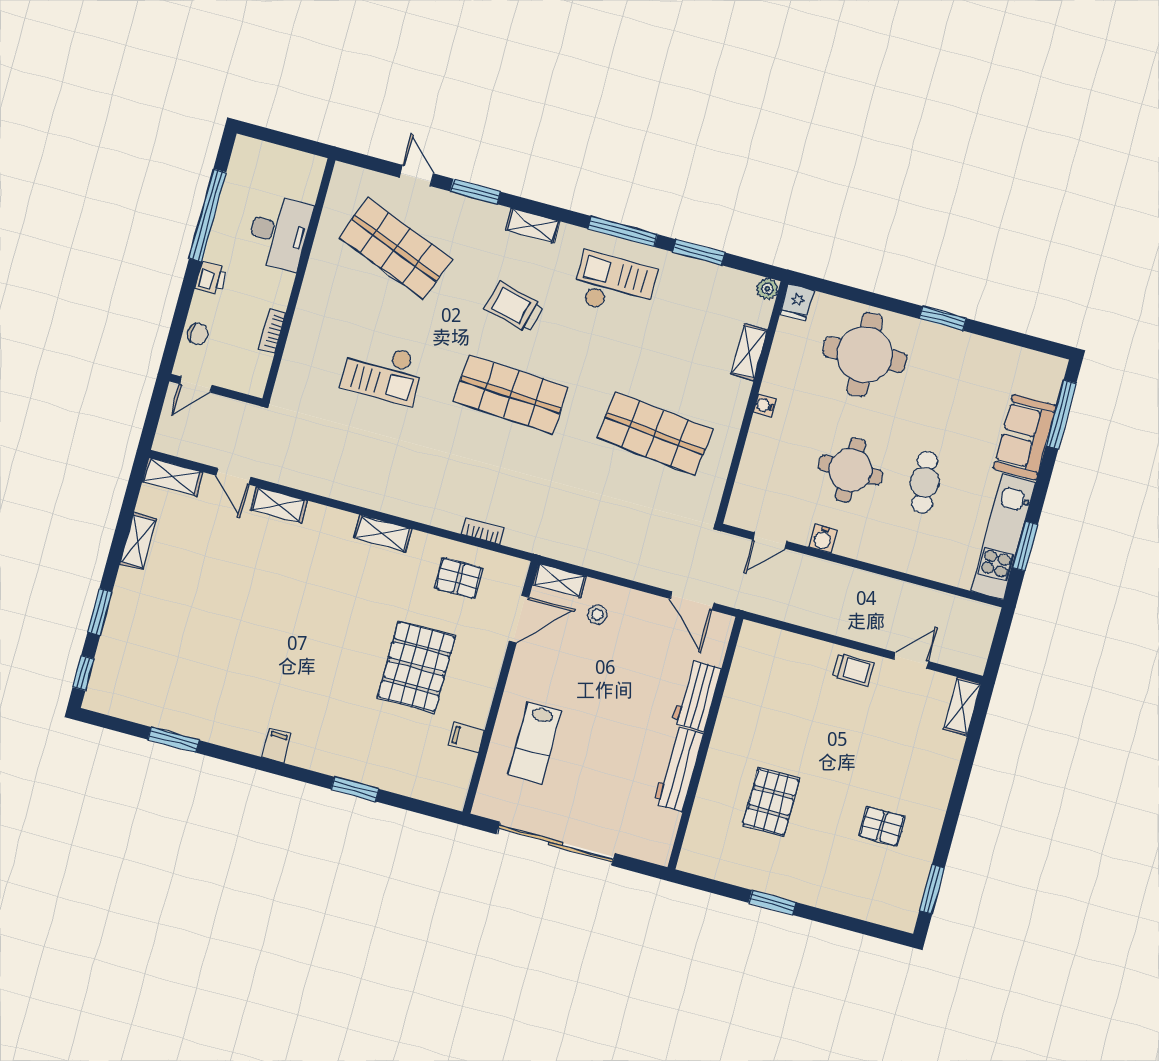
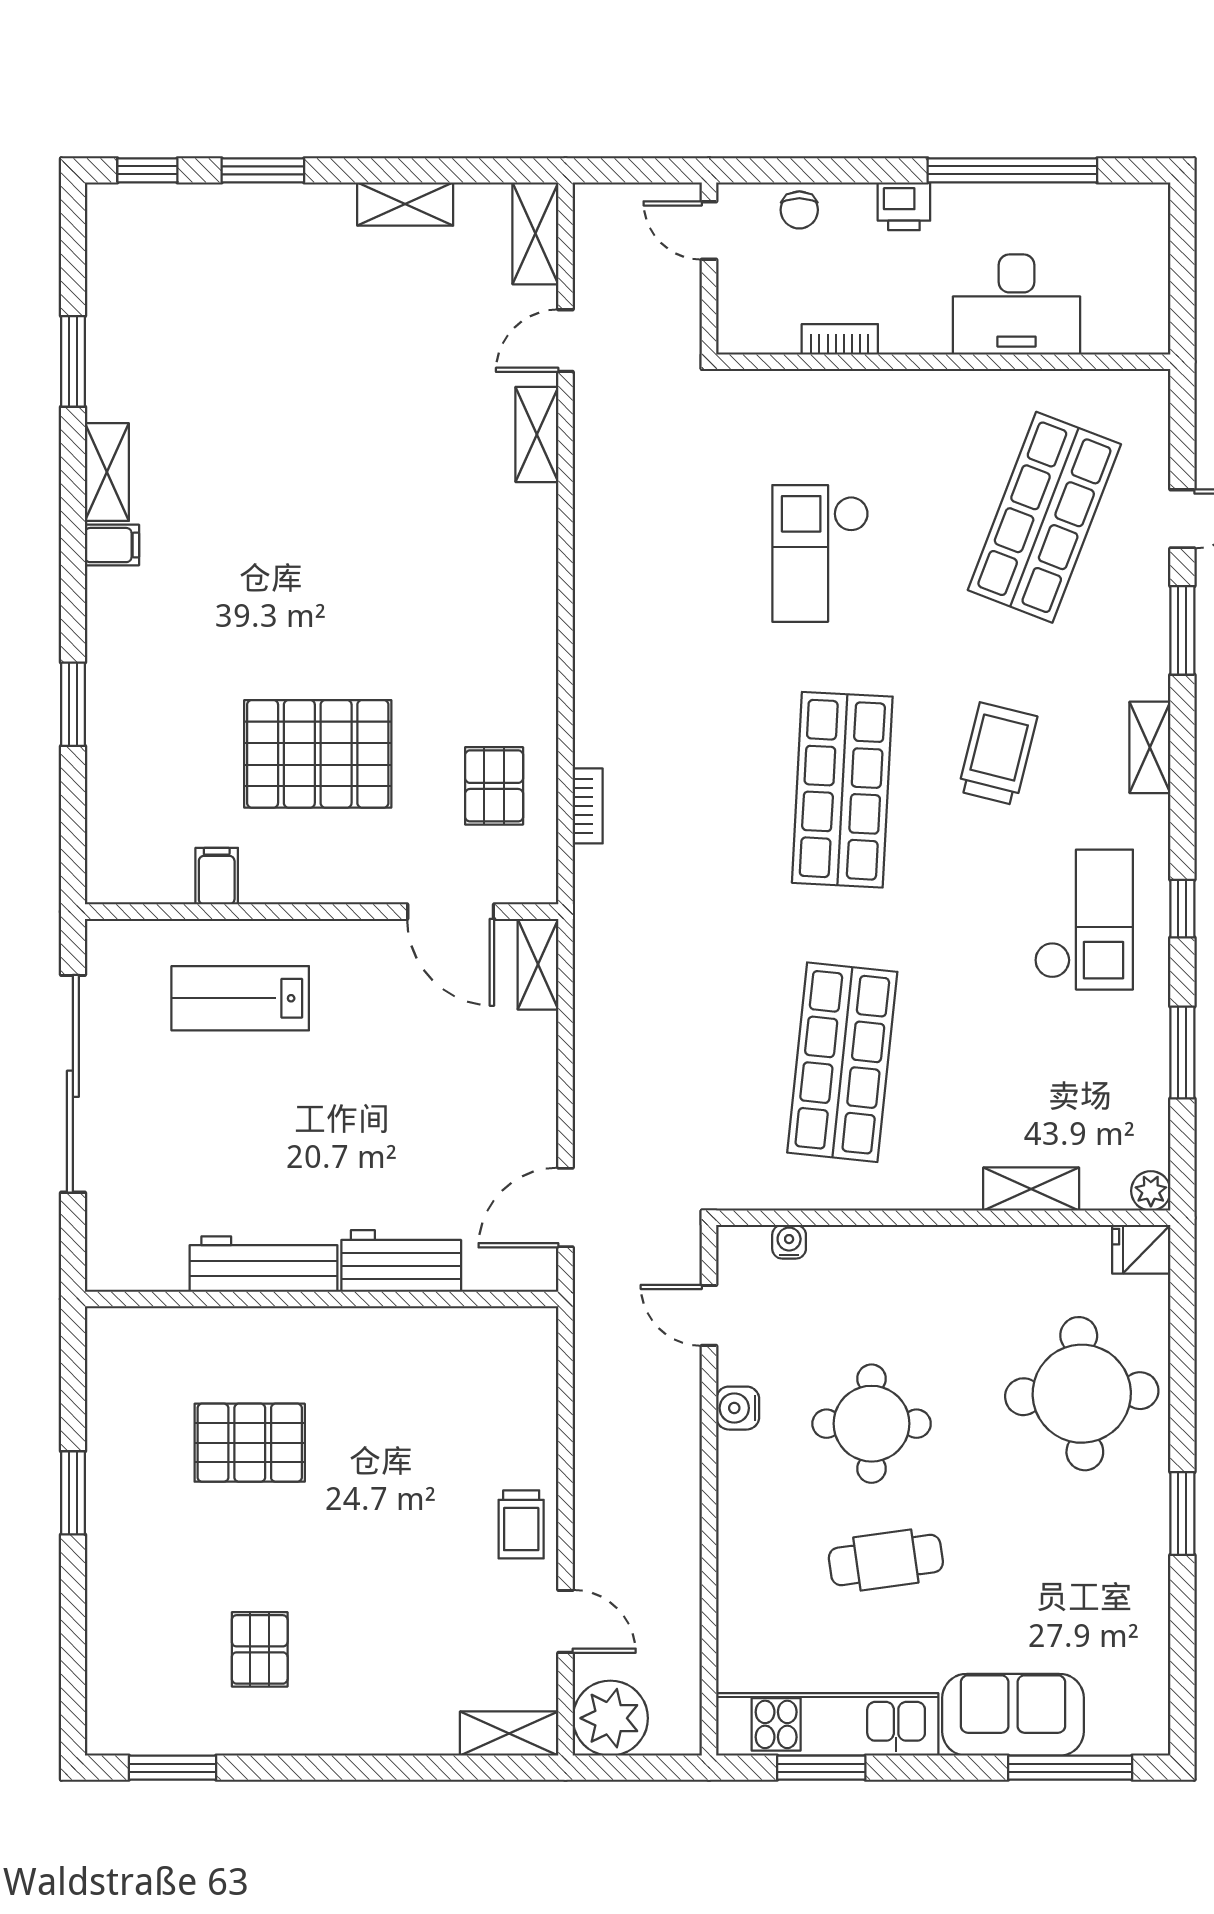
window: (623, 232) -> (1182, 909), width x0.46
water cooler: (765, 405) -> (789, 1242), moved
shelving: (383, 533) -> (107, 472), moved
stool: (597, 615) -> (496, 1047), removed
plant: (969, 651) -> (610, 1718), added

